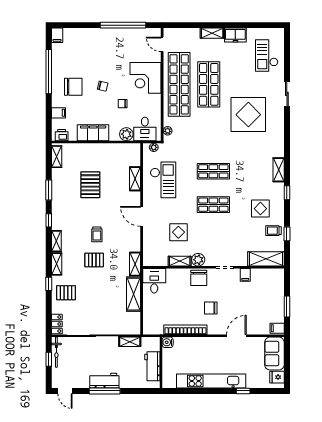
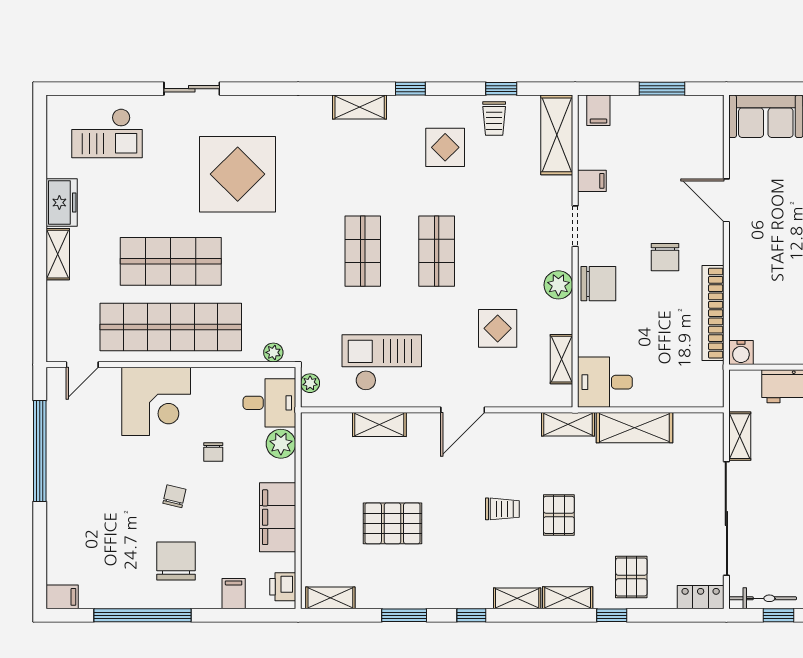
shelving: (180, 261) -> (562, 359), moved
filing cabinet: (277, 328) -> (598, 110), moved

